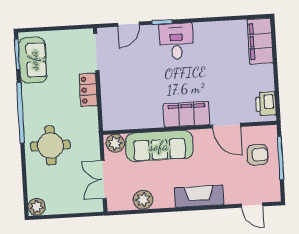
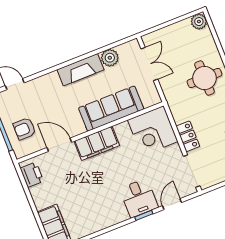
desk: (176, 41) -> (139, 198), moved
corner desk: (123, 108) -> (153, 131), added
plant: (115, 143) -> (150, 98), removed
fireplace: (199, 196) -> (80, 70), moved

